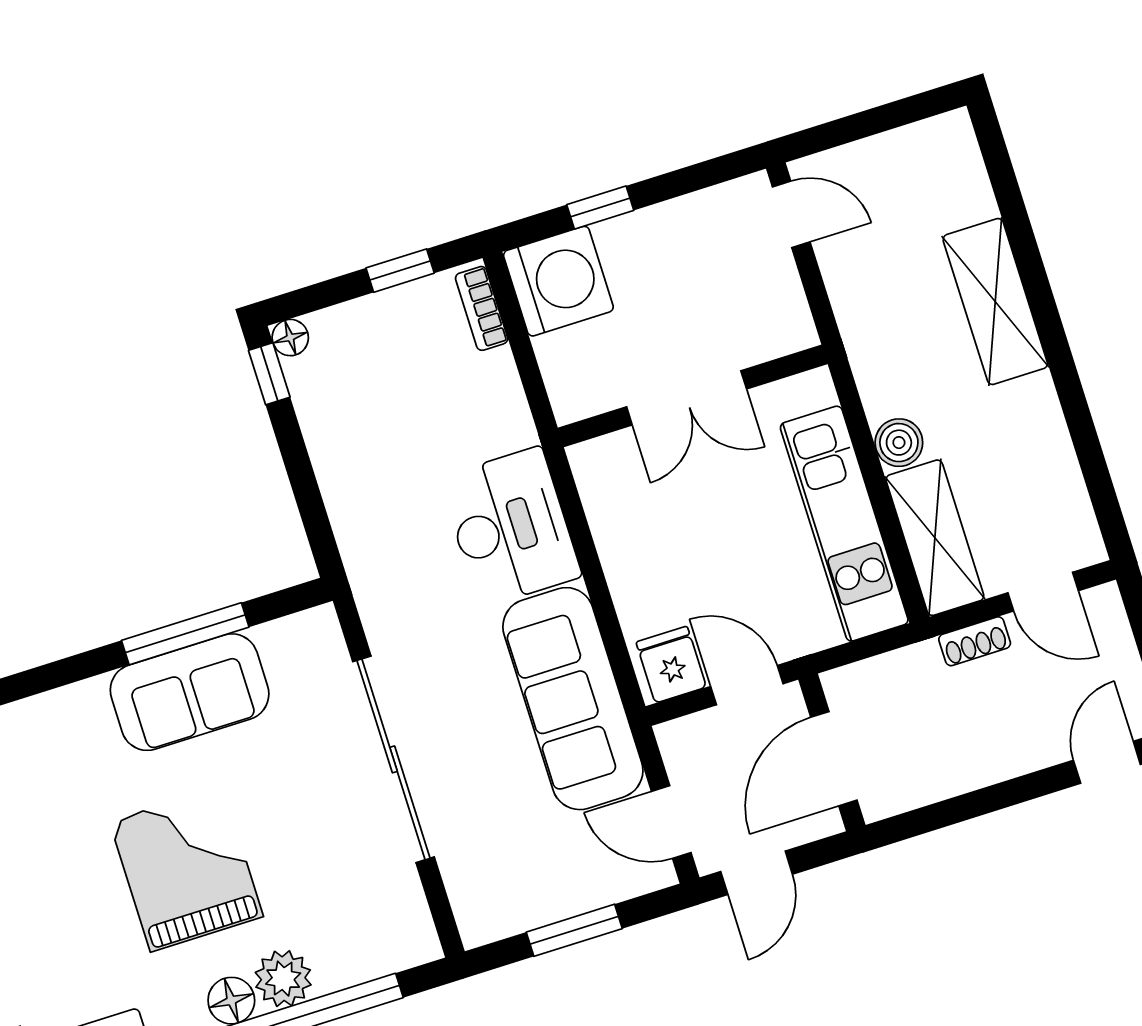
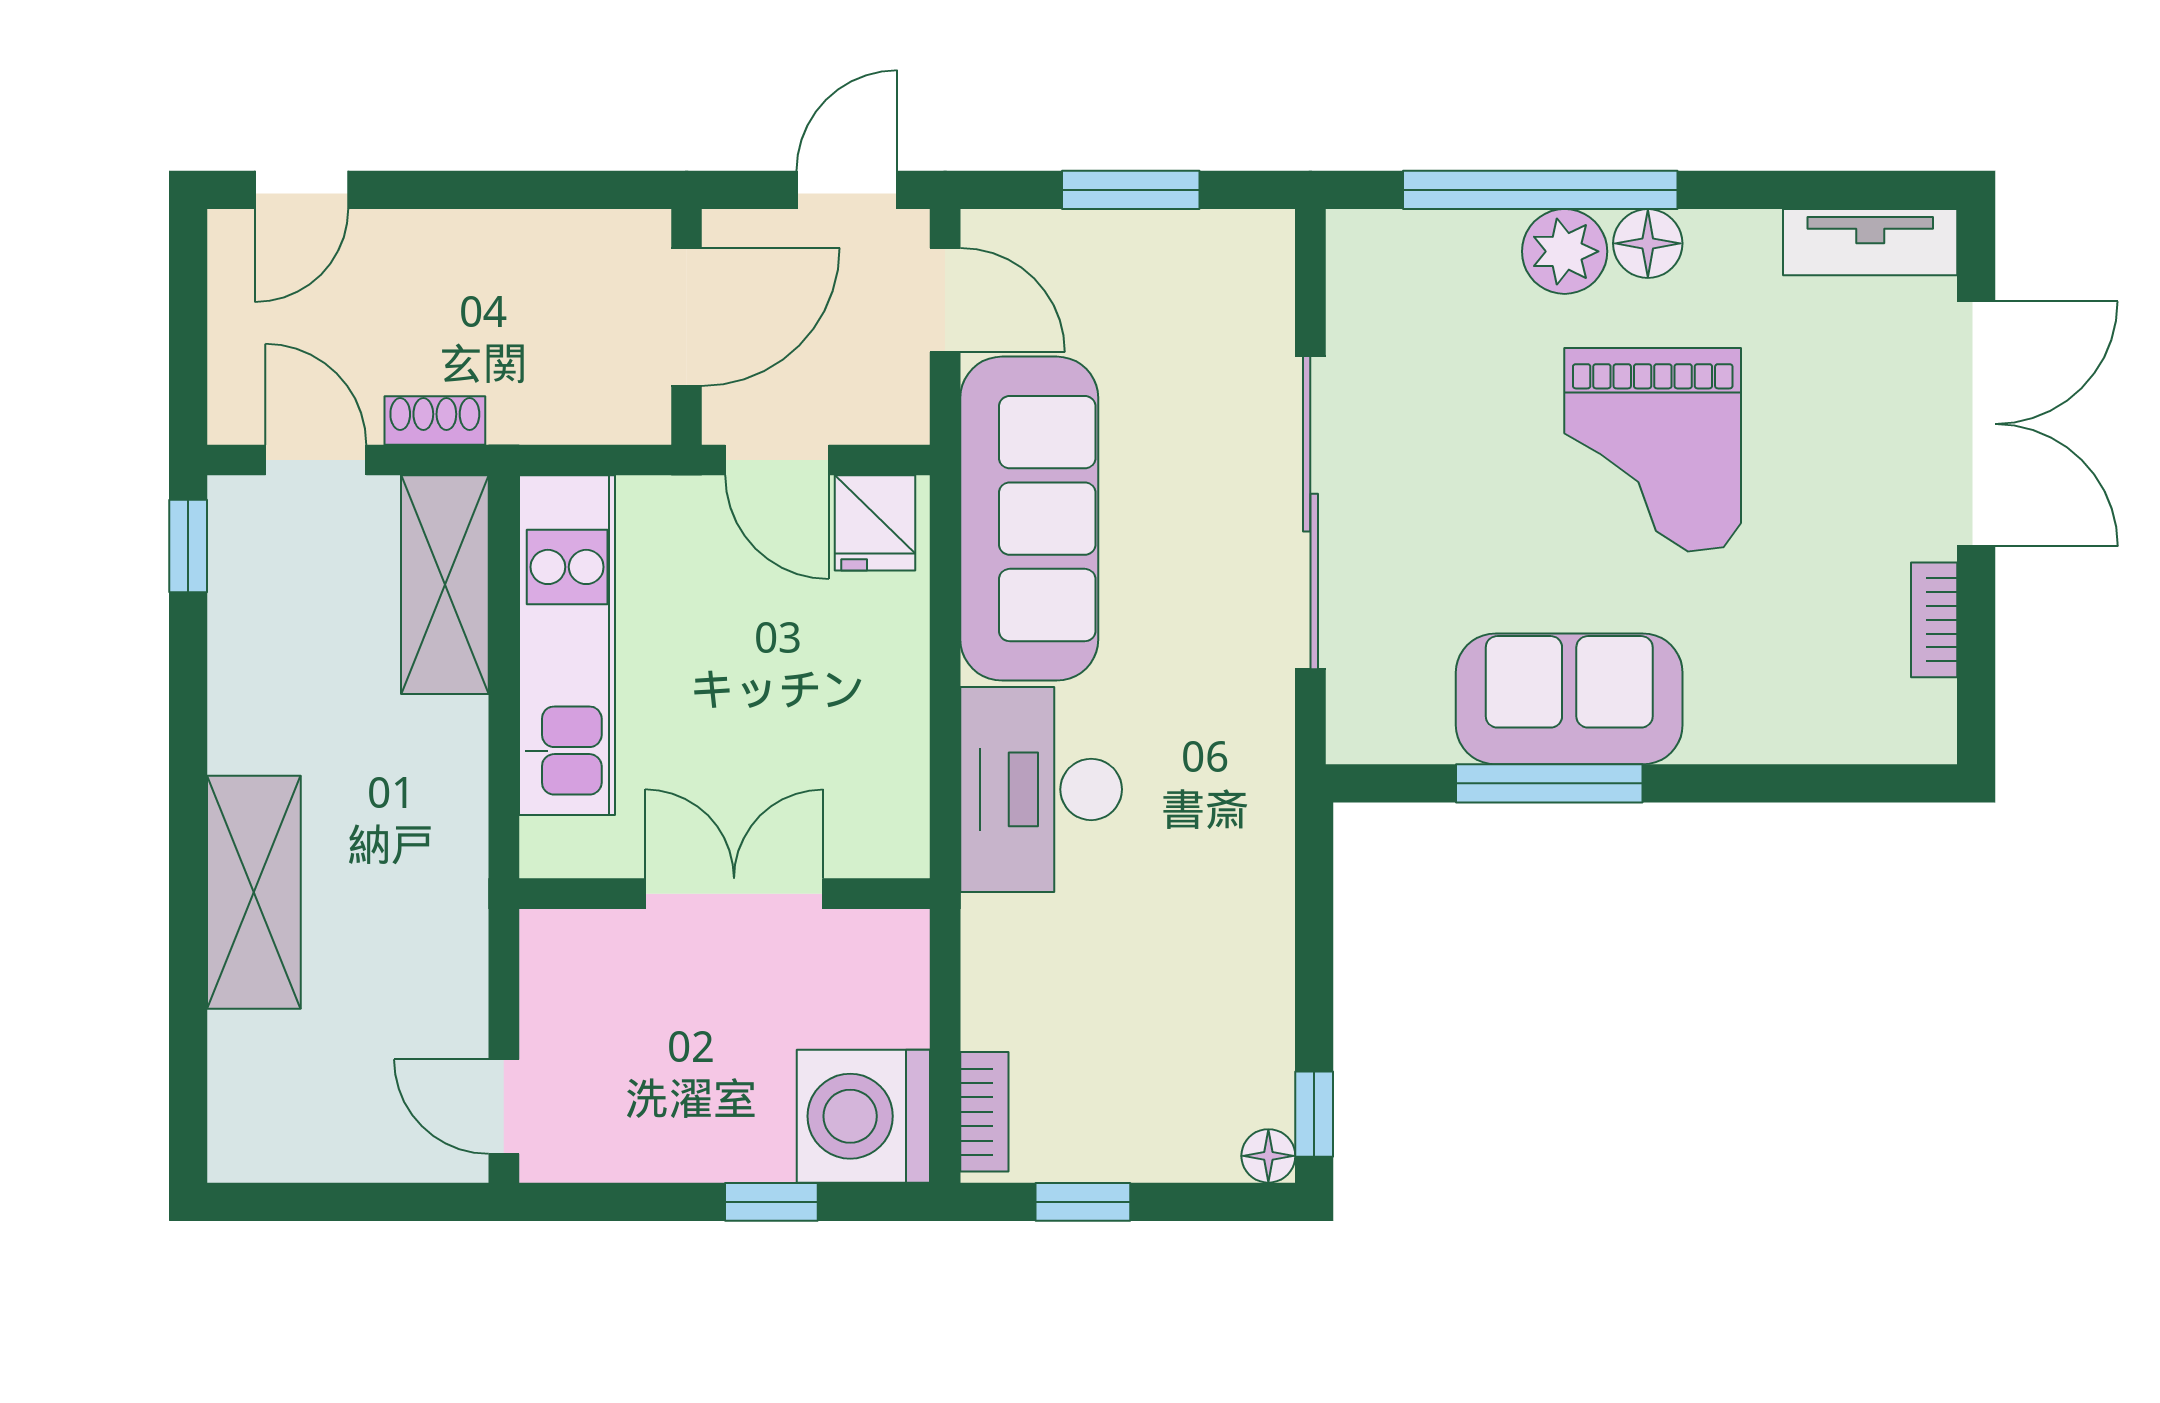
boiler: (899, 443) -> (453, 736), removed
window: (1108, 511) -> (188, 546), added

